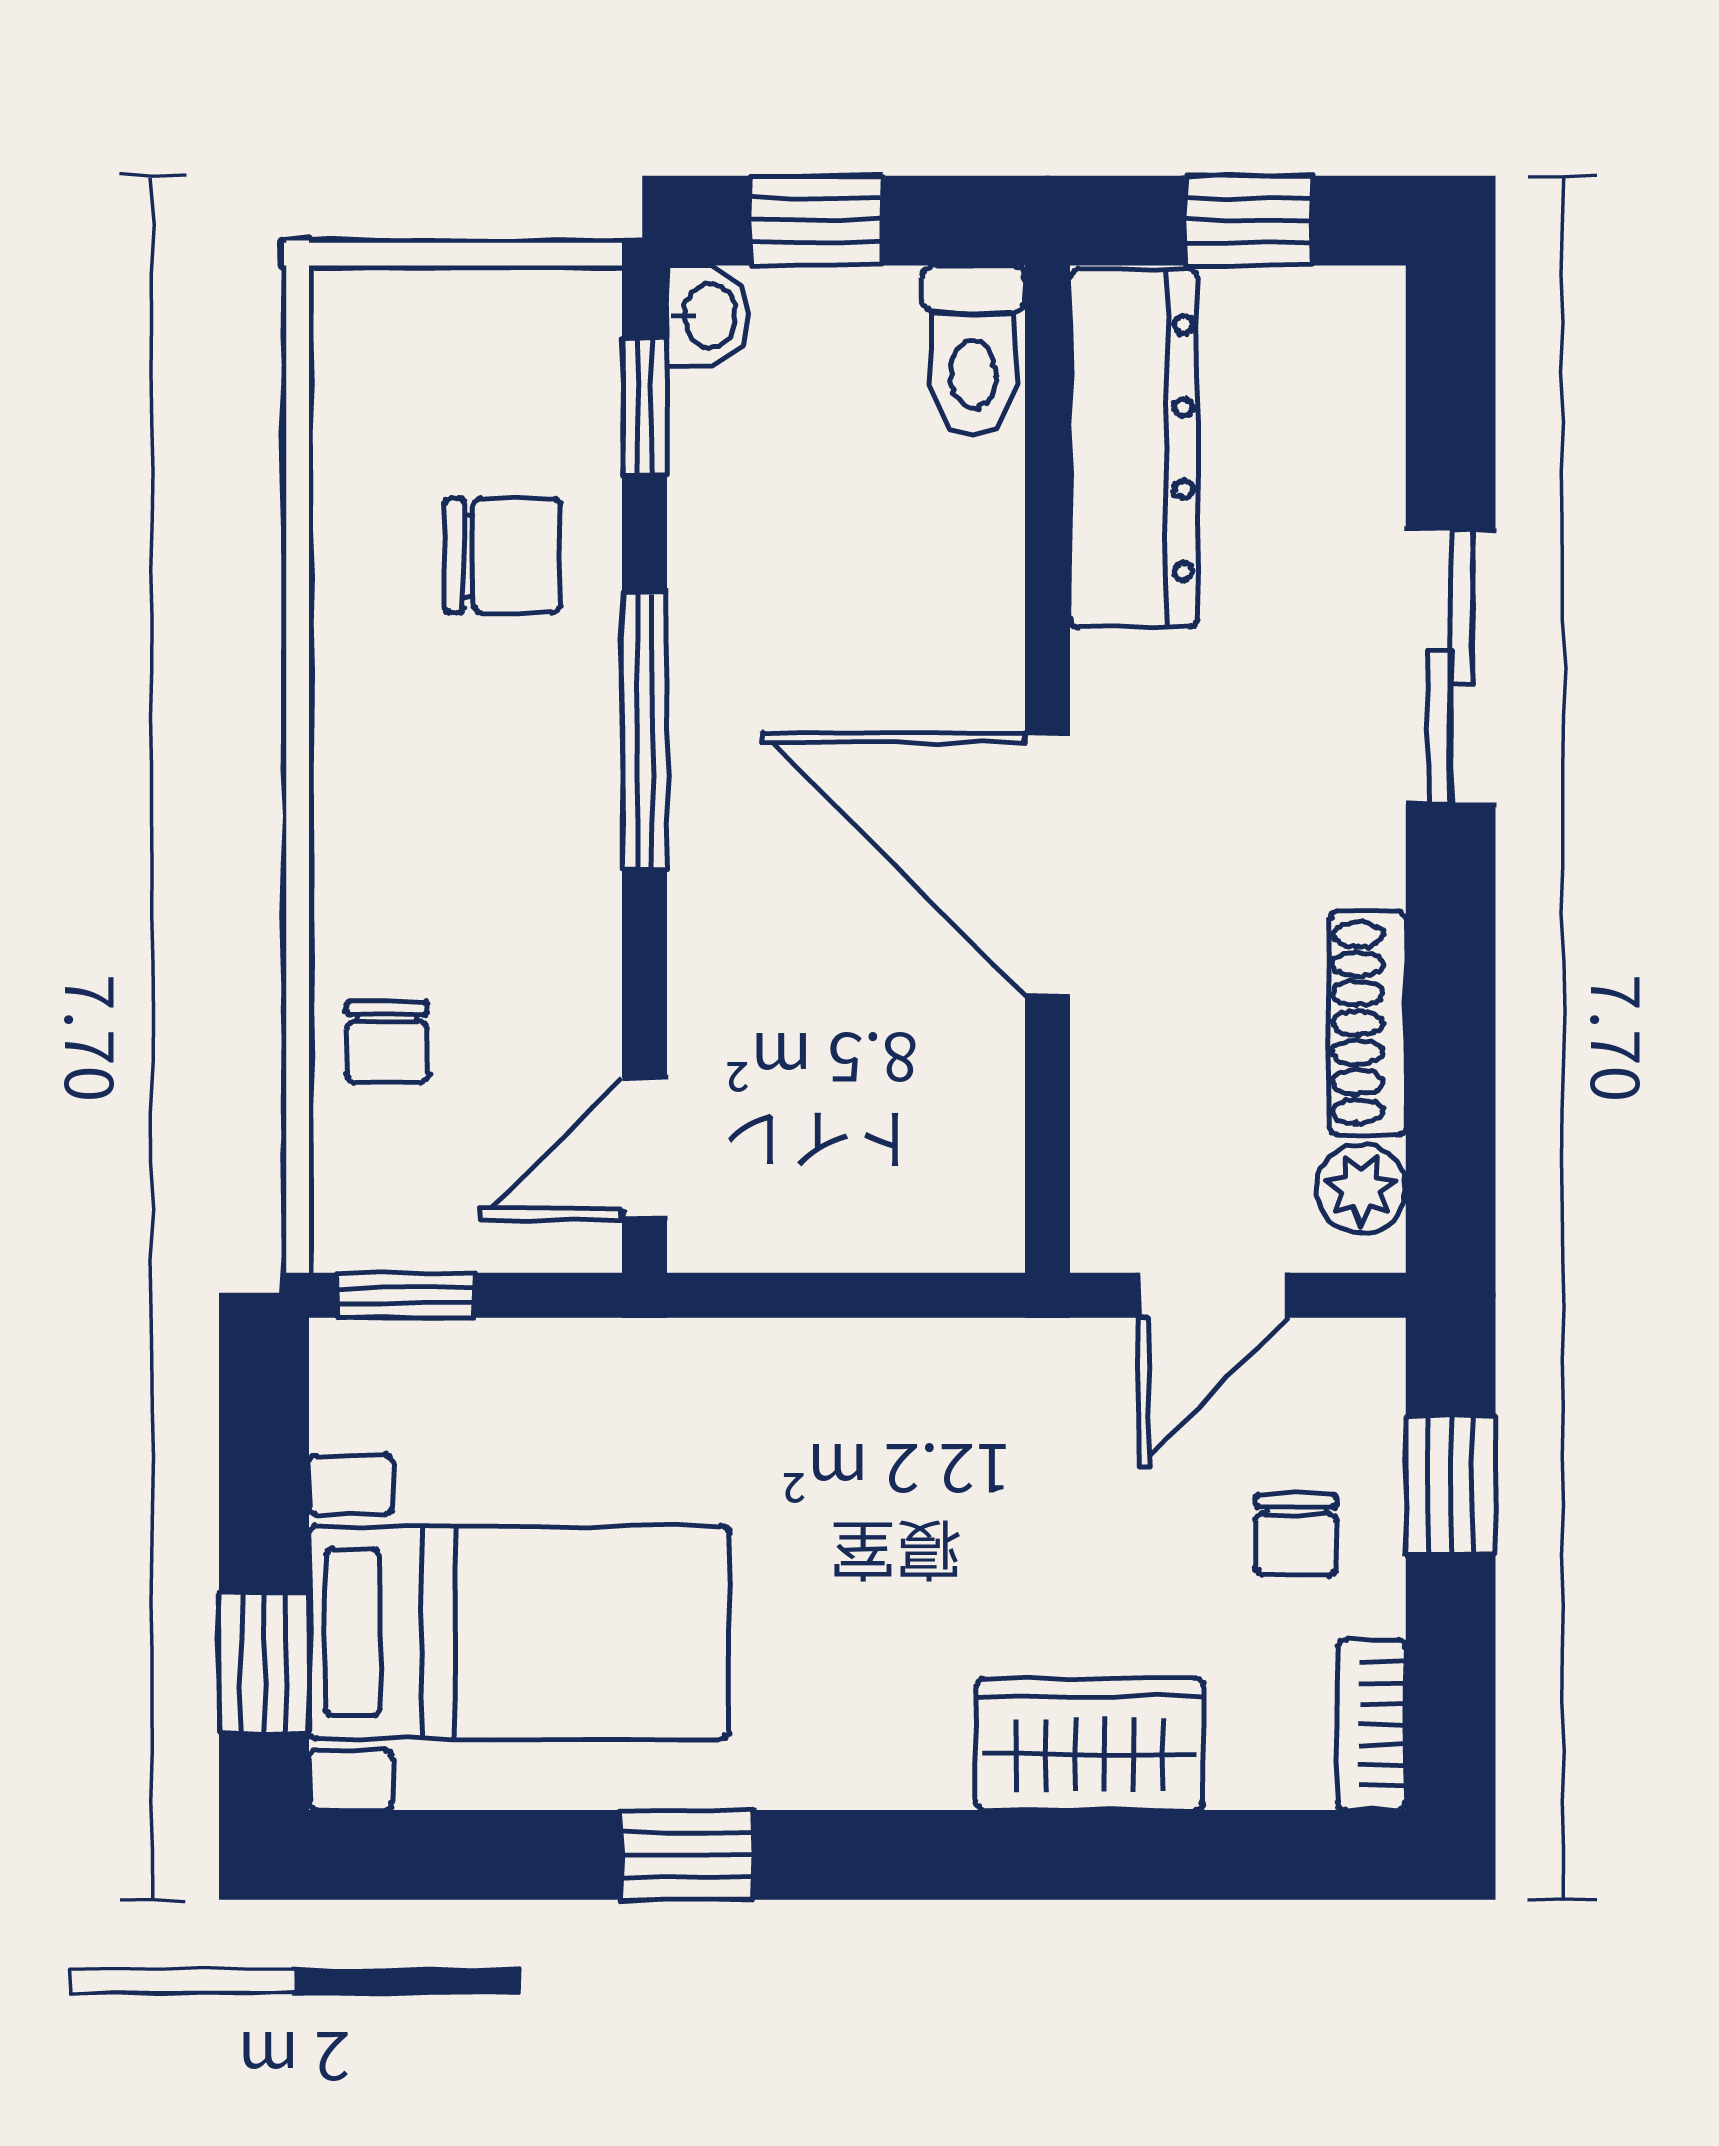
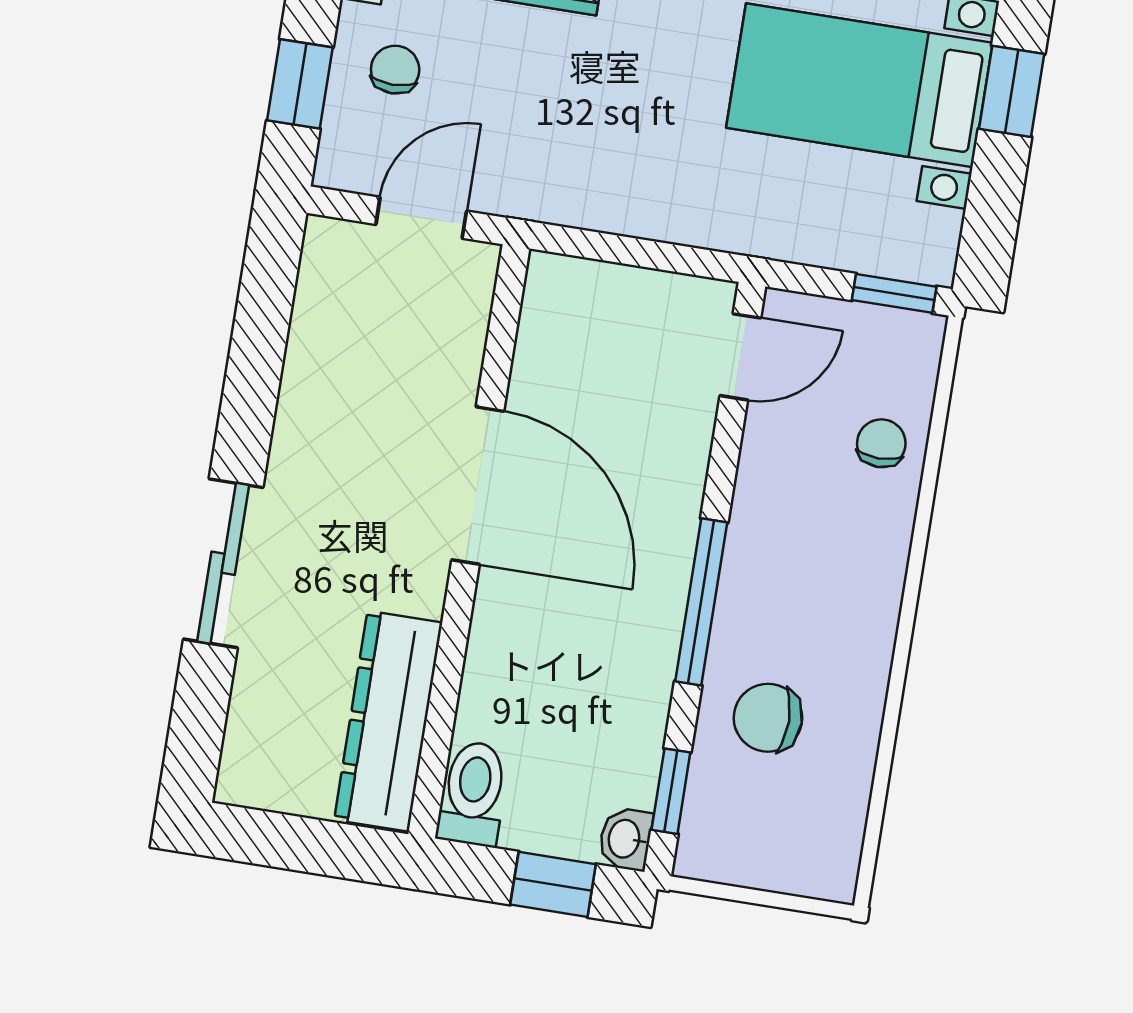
window: (1248, 221) -> (300, 844), removed
shoe rack: (1368, 1023) -> (305, 363), removed
plant: (1361, 1189) -> (325, 266), removed

